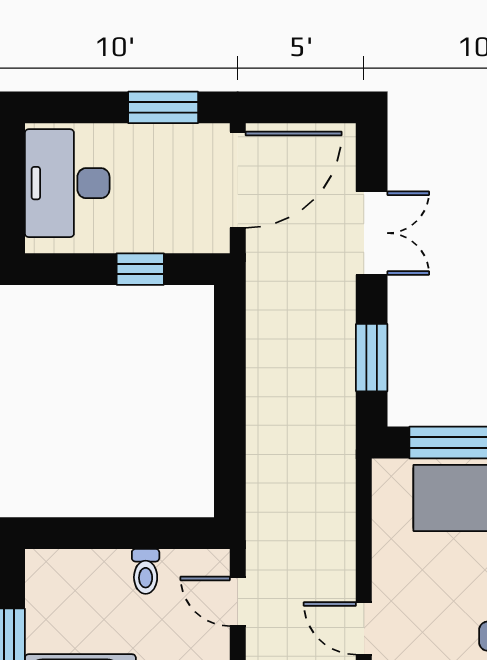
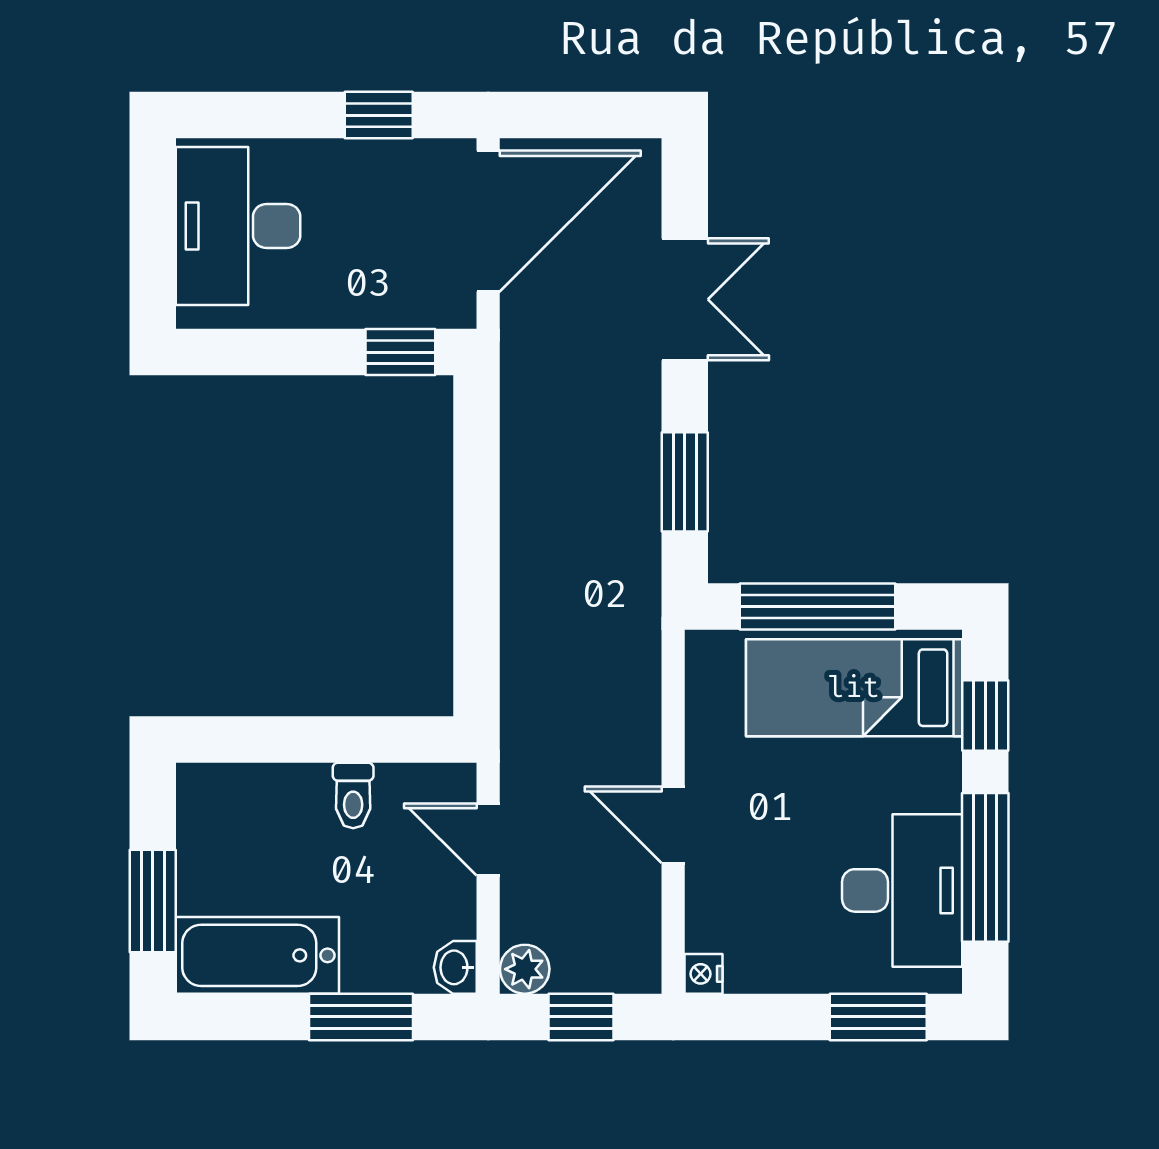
window: (163, 107) -> (379, 115), width x0.67
window: (140, 269) -> (400, 352), moved
door: (364, 628) -> (673, 825), moved

